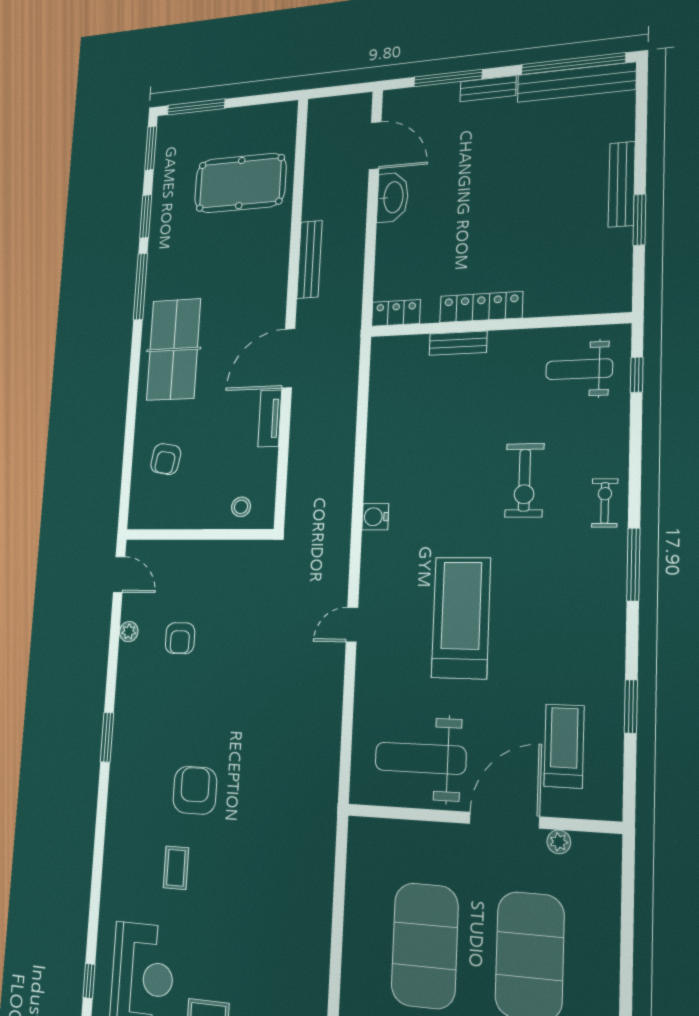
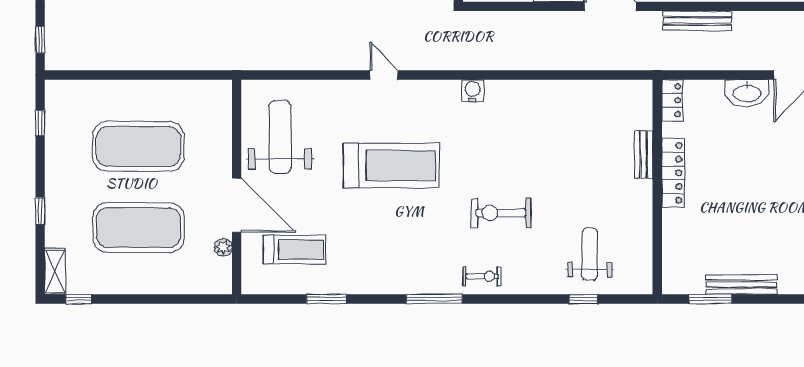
locker: (481, 307) -> (673, 173), moved
locker: (396, 313) -> (672, 100), moved
wall: (497, 325) -> (657, 187), moved
bench: (458, 343) -> (644, 155), moved

